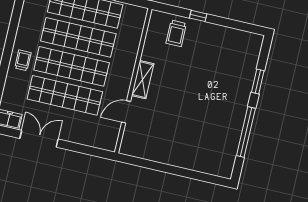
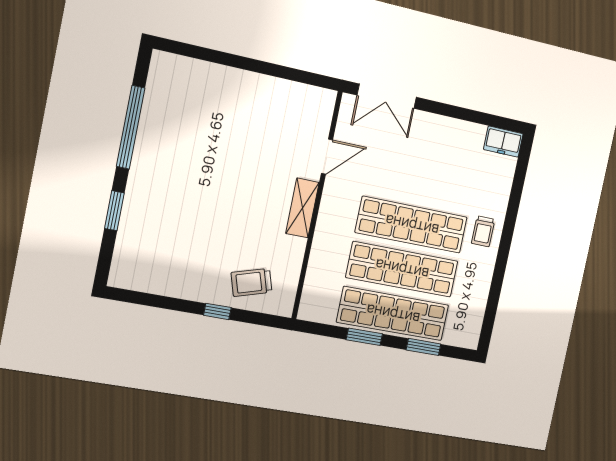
trolley: (176, 33) -> (252, 282), turned -107
shop shelf: (65, 95) -> (421, 180), removed
double door: (39, 139) -> (387, 96), moved

